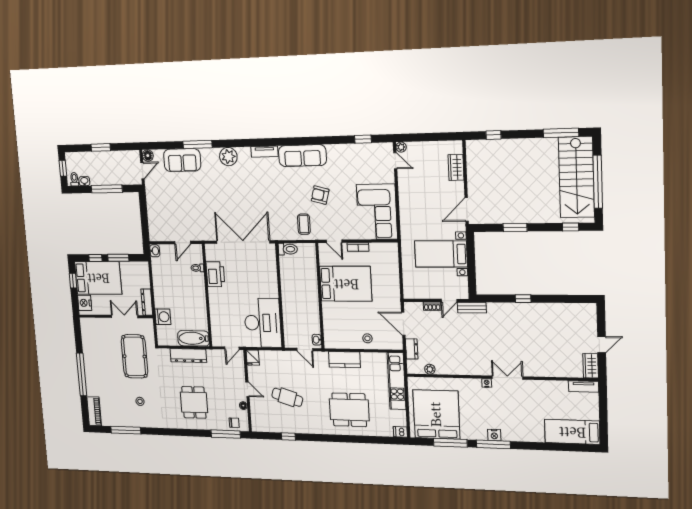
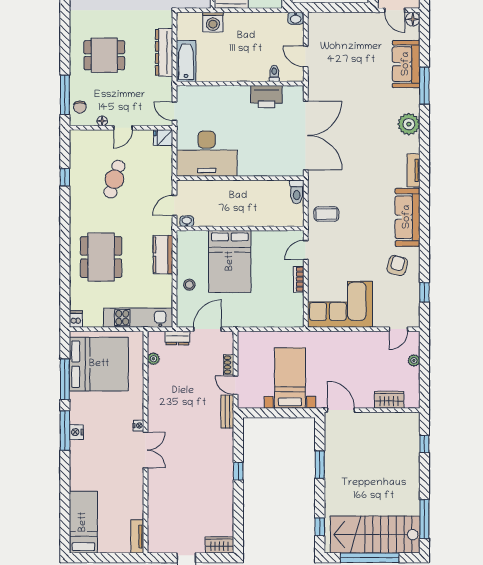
plant: (401, 147) -> (414, 360), moved
armchair: (320, 195) -> (397, 266), moved
bed: (346, 284) -> (230, 261), moved
wardrobe: (591, 366) -> (219, 545), moved

